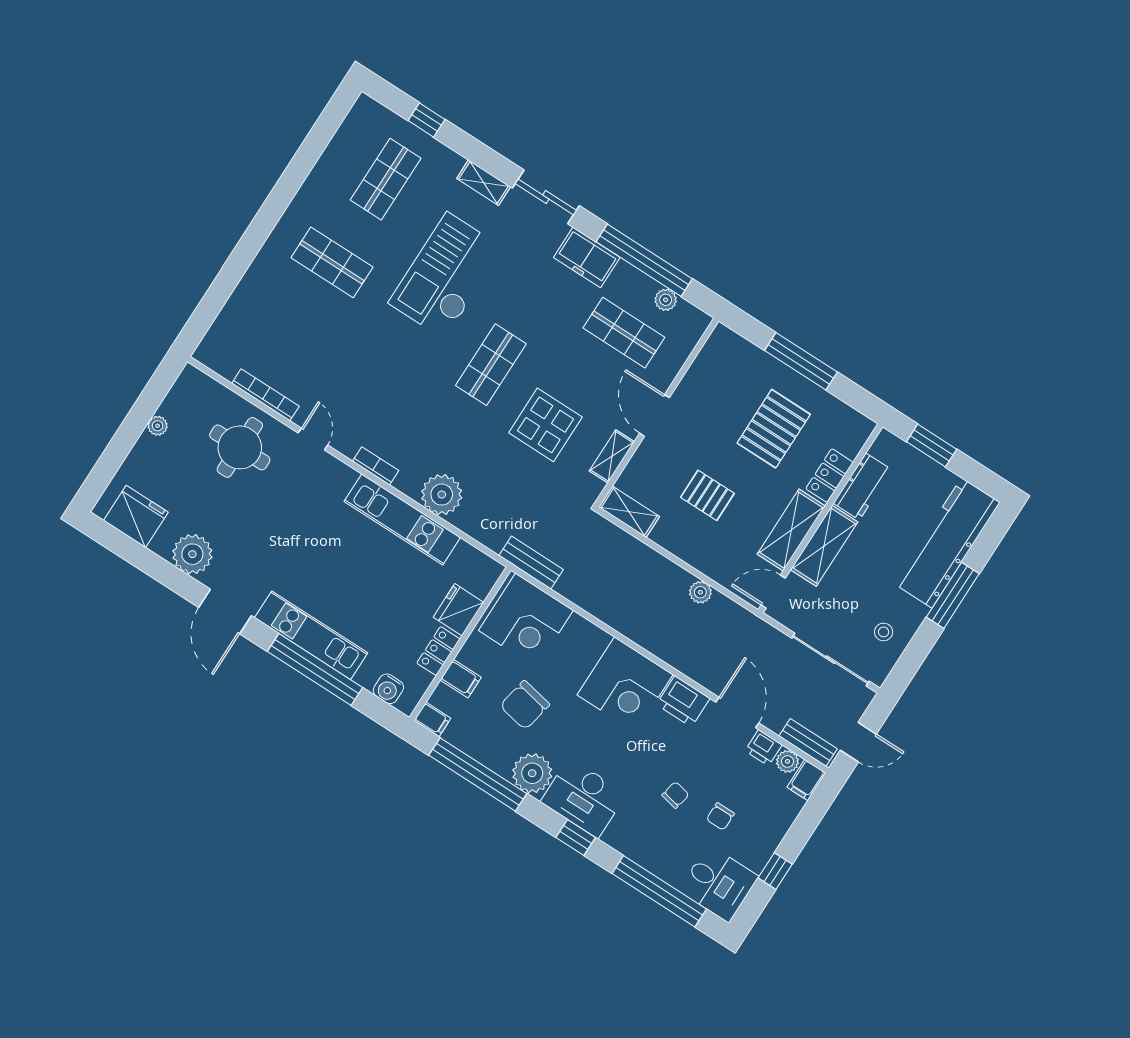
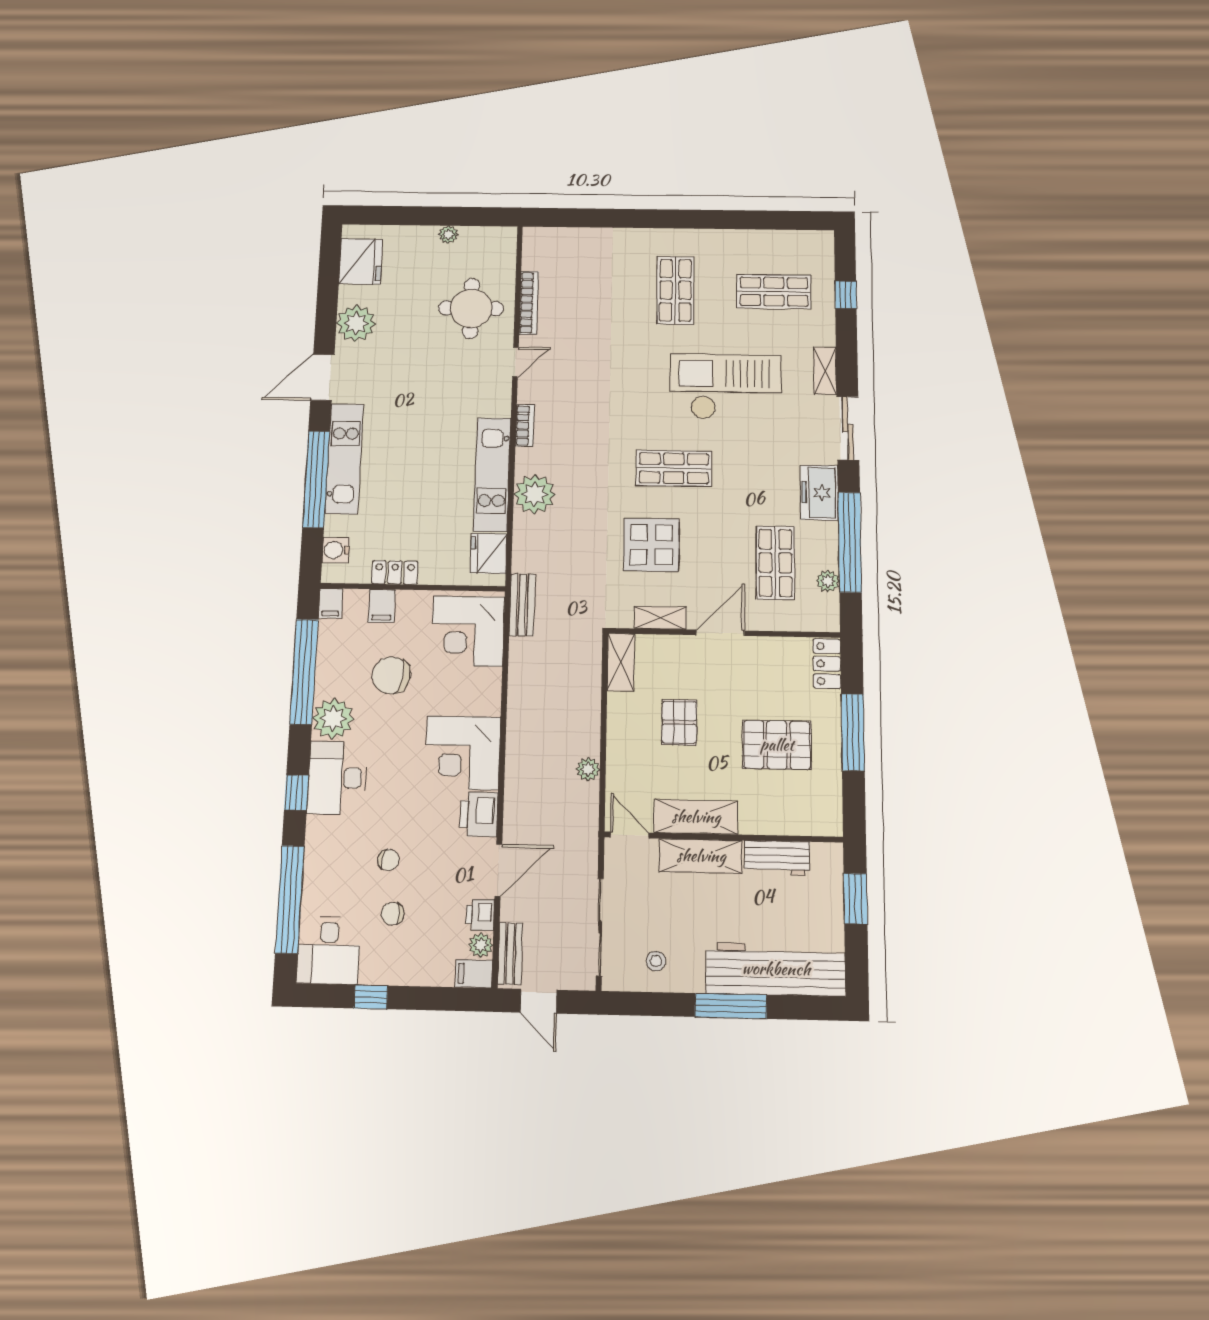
locker: (830, 476) -> (827, 664), moved, turned -90
fridge: (458, 610) -> (489, 553), moved, turned -90

